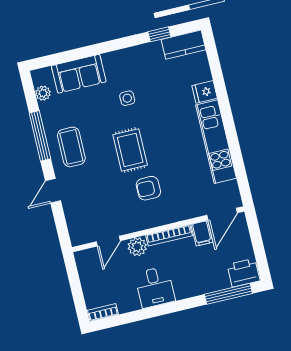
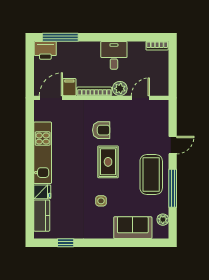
kitchen counter: (184, 45) -> (42, 216), moved, turned 90
coffee table: (71, 147) -> (151, 174), width x1.36, depth x1.32

